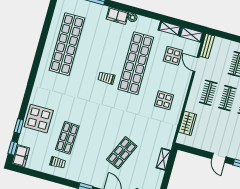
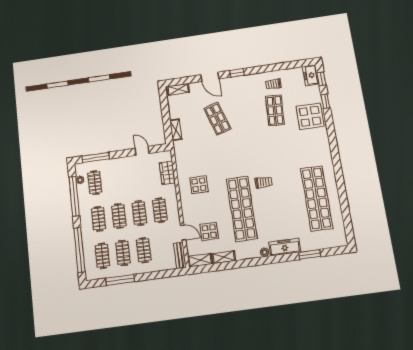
freezer: (117, 16) -> (285, 247), width x1.40
shop shelf: (122, 153) -> (217, 119), turned -42
door: (219, 158) -> (142, 151), moved

